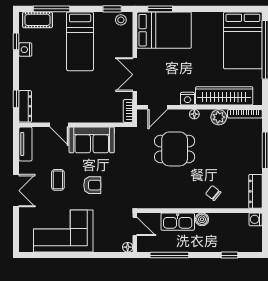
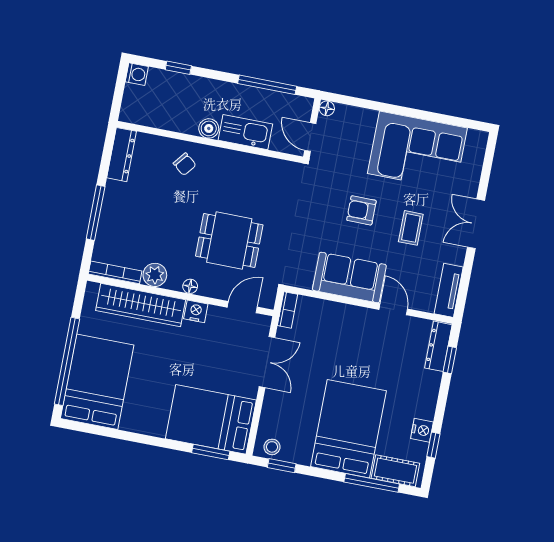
bed: (80, 41) -> (348, 429), width x1.50
washing machine: (256, 219) -> (137, 74), moved

